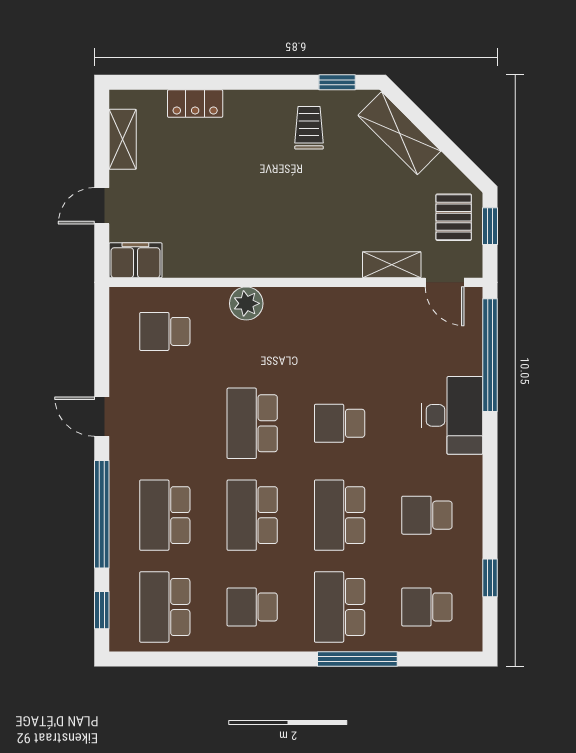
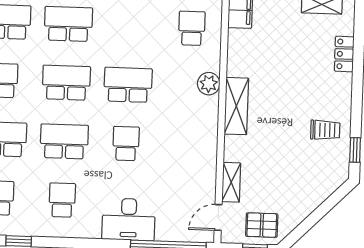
shelving: (399, 133) -> (236, 106), moved, turned -45

